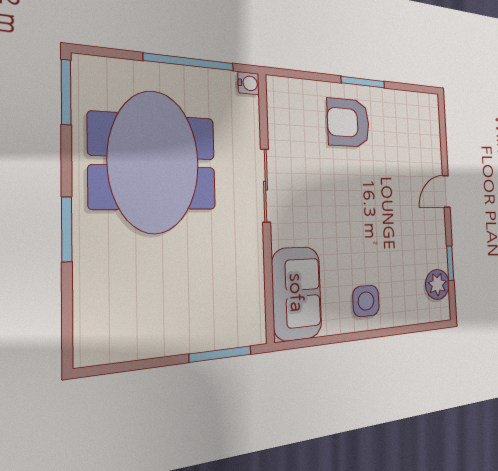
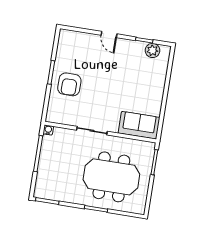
meeting table: (154, 162) -> (111, 177), moved
side table: (366, 301) -> (150, 92), removed

